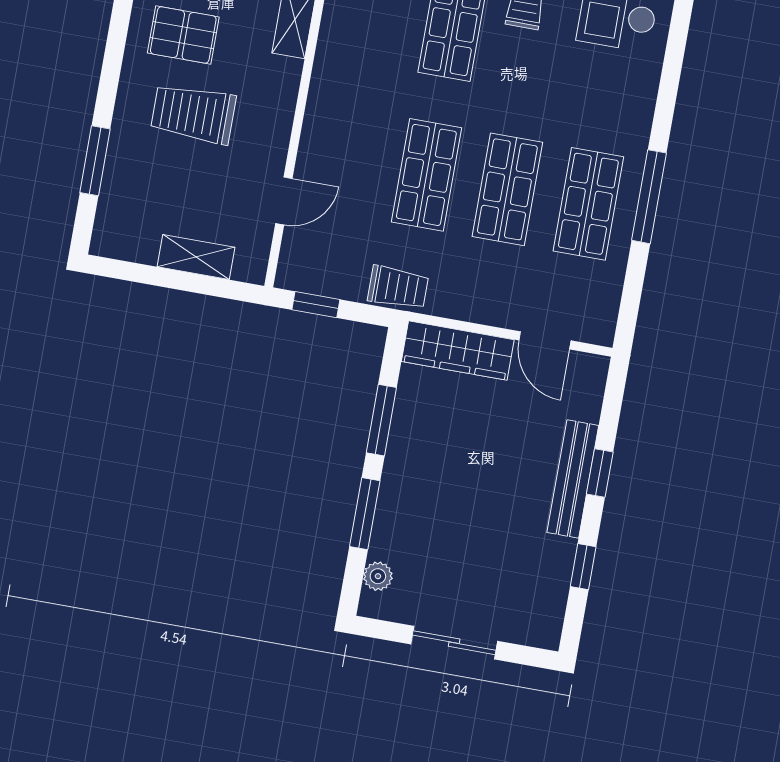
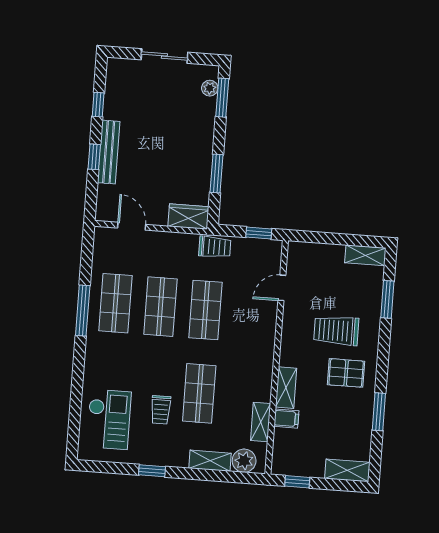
trolley: (193, 114) -> (336, 331), turned 180
shelving: (196, 257) -> (365, 255), moved
trolley: (398, 287) -> (215, 247), turned 180
wardrobe: (458, 351) -> (188, 217), width x0.67
window: (365, 514) -> (222, 98), moved

